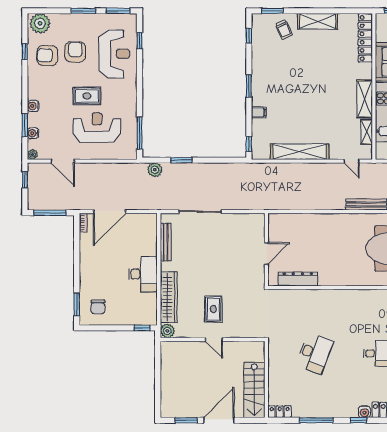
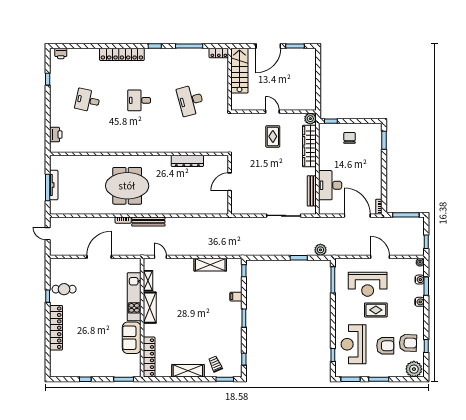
armchair: (75, 52) -> (385, 346), turned -90
shelving: (300, 152) -> (210, 265), width x0.68
door: (63, 161) -> (380, 257), moved
door: (110, 212) -> (357, 216), hinge flipped
desk: (143, 274) -> (330, 185), moved
dresser: (298, 279) -> (187, 161), moved
chair: (98, 307) -> (350, 138), moved
desk: (314, 353) -> (191, 100), turned -36
water cooler: (364, 412) -> (150, 53), removed

